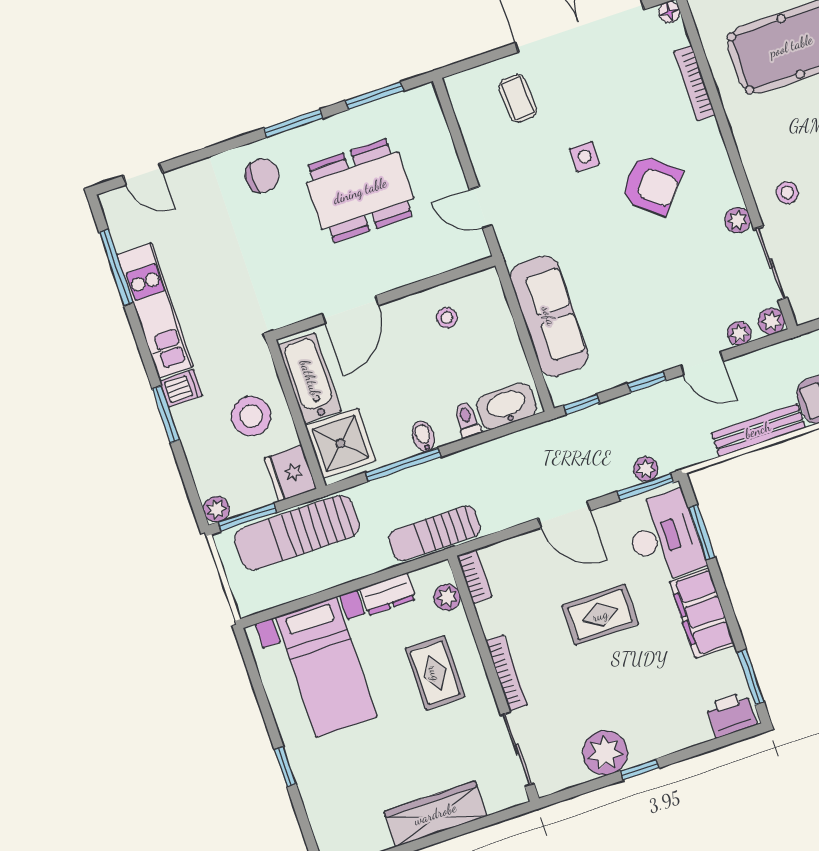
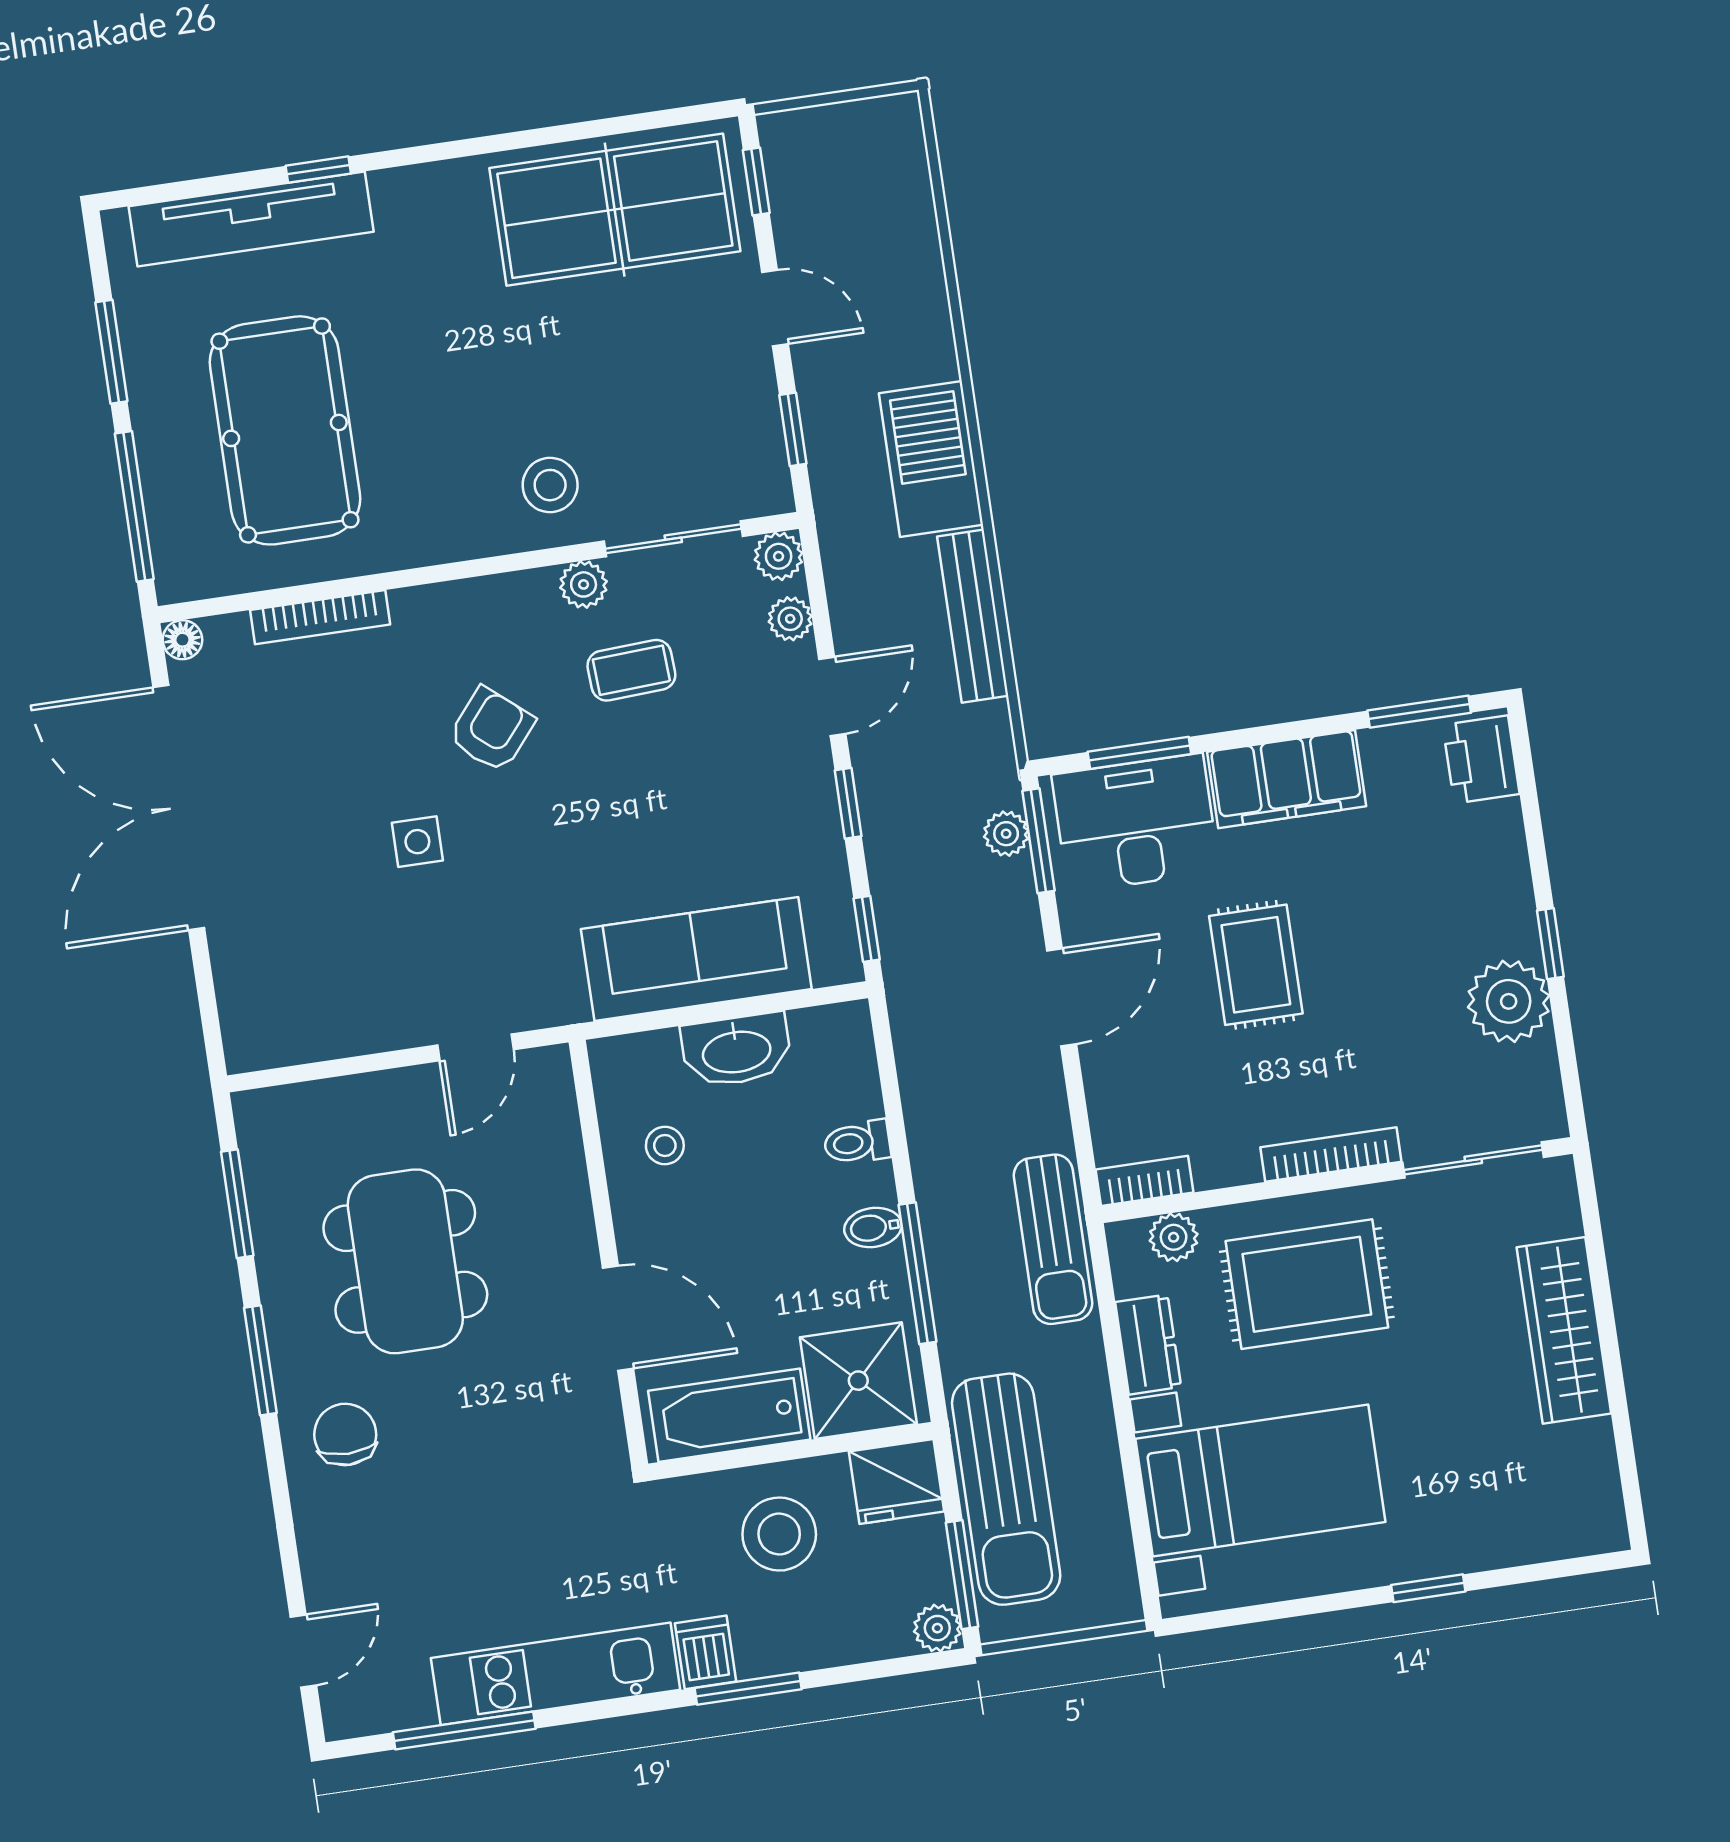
coffee table: (518, 98) -> (631, 670), moved
armchair: (651, 185) -> (492, 730), width x0.72, depth x0.72
stool: (787, 193) -> (550, 485), width x1.37, depth x1.37
washbasin: (507, 406) -> (736, 1050), moved, turned -90
rug: (435, 673) -> (1307, 1284), width x1.36, depth x1.43

